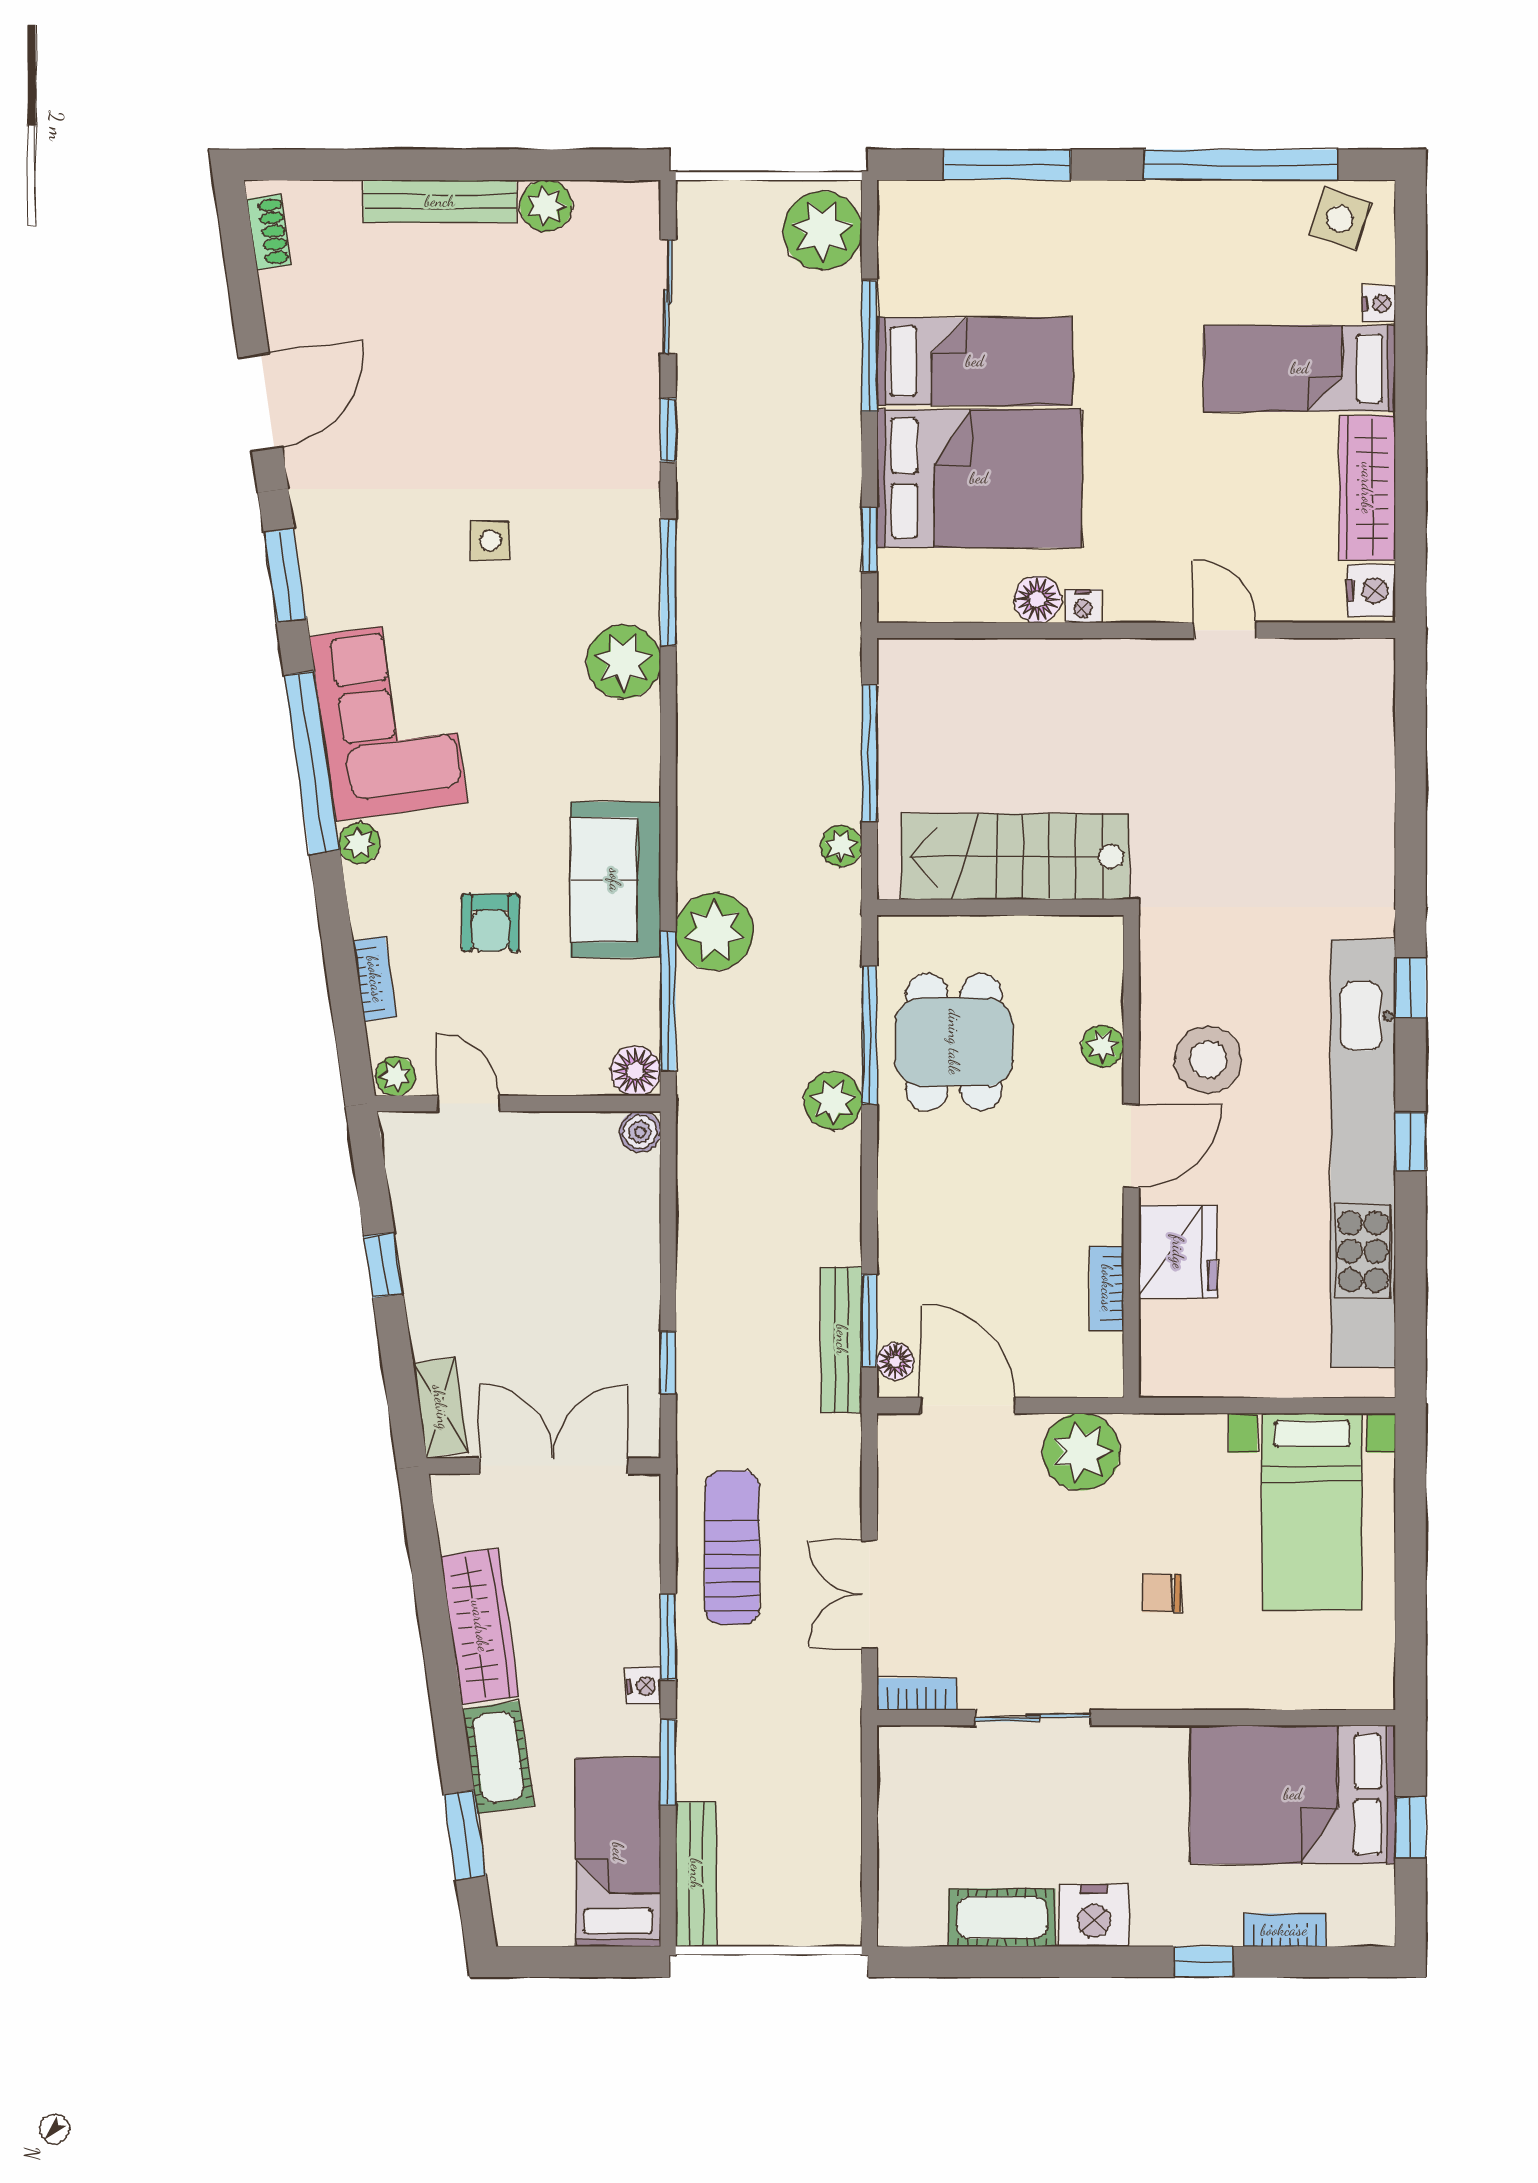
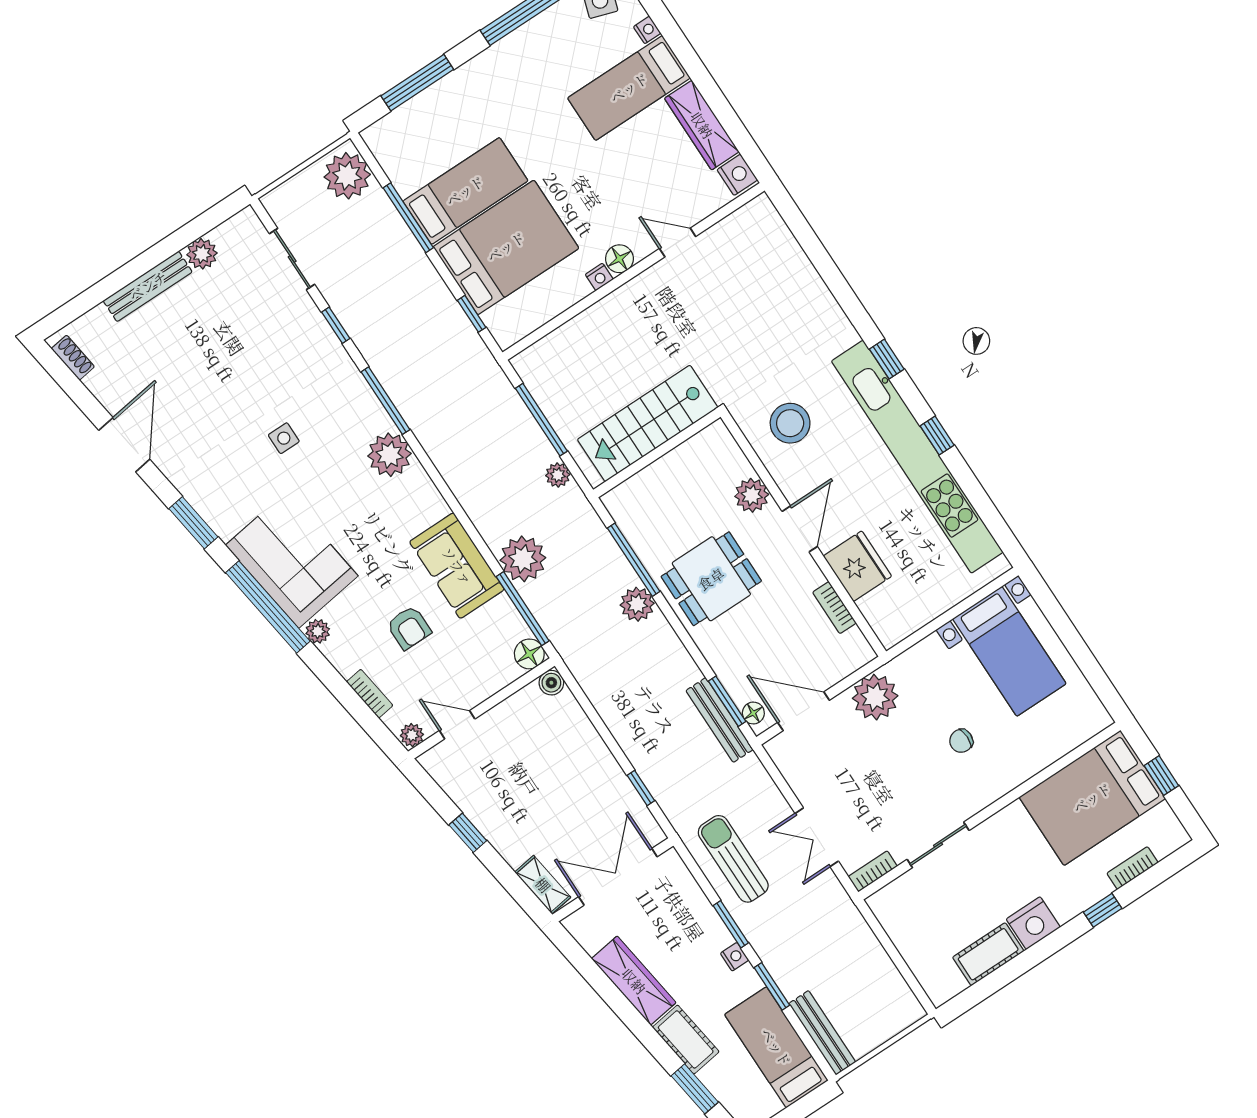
floor lamp: (1038, 599) -> (619, 259), moved
dining table: (954, 1042) -> (711, 579), moved, turned 90
plant: (1103, 1046) -> (752, 495), width x1.38, depth x1.38
stool: (1208, 1059) -> (790, 423), moved

